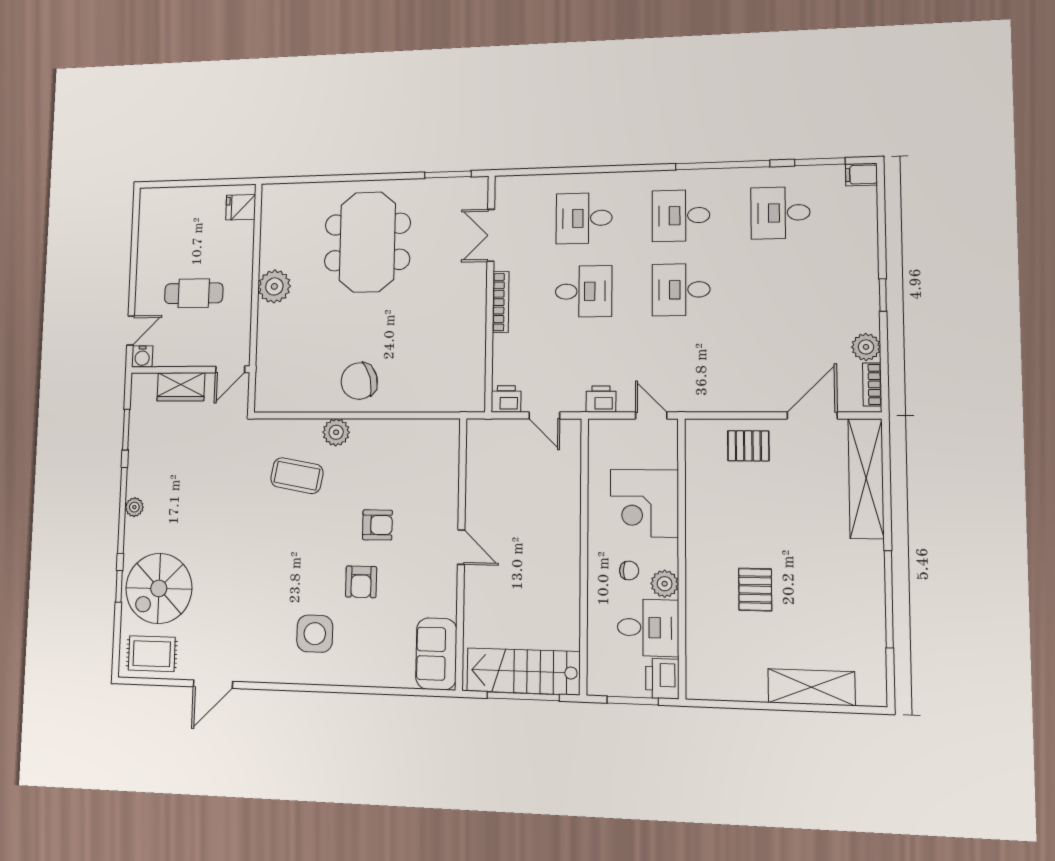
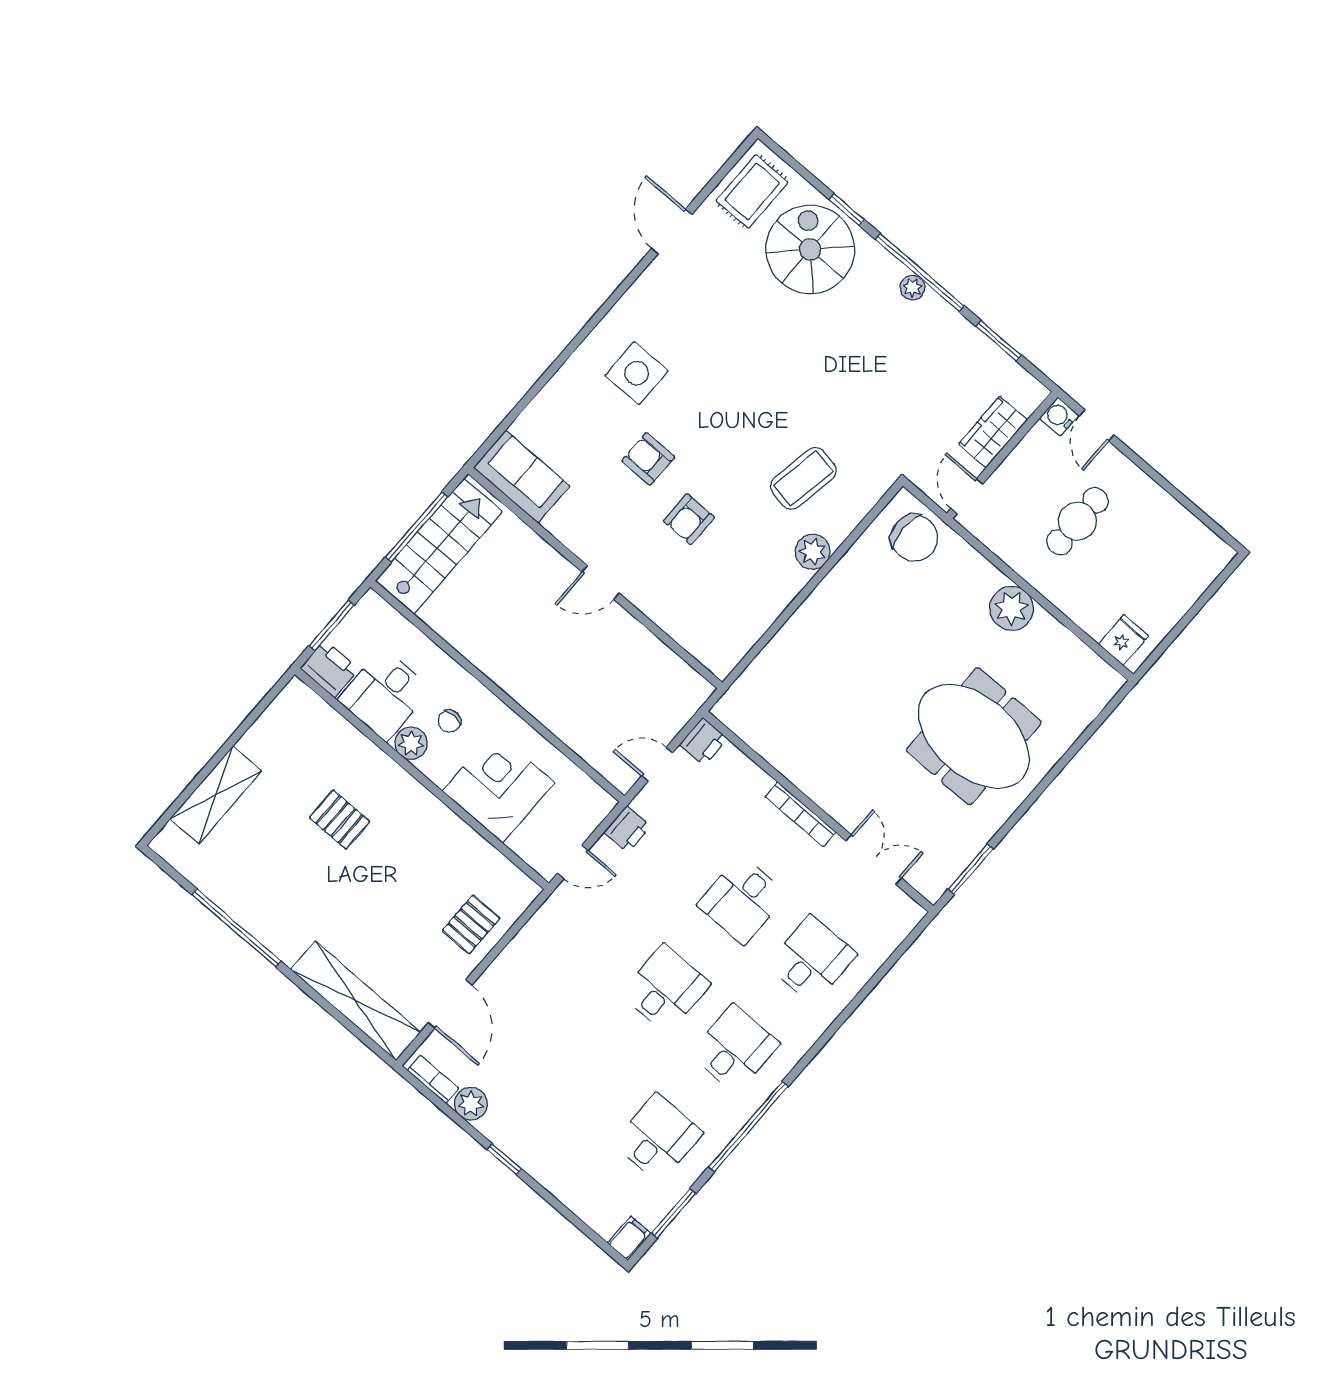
chair: (359, 381) -> (914, 538), moved, turned 105

